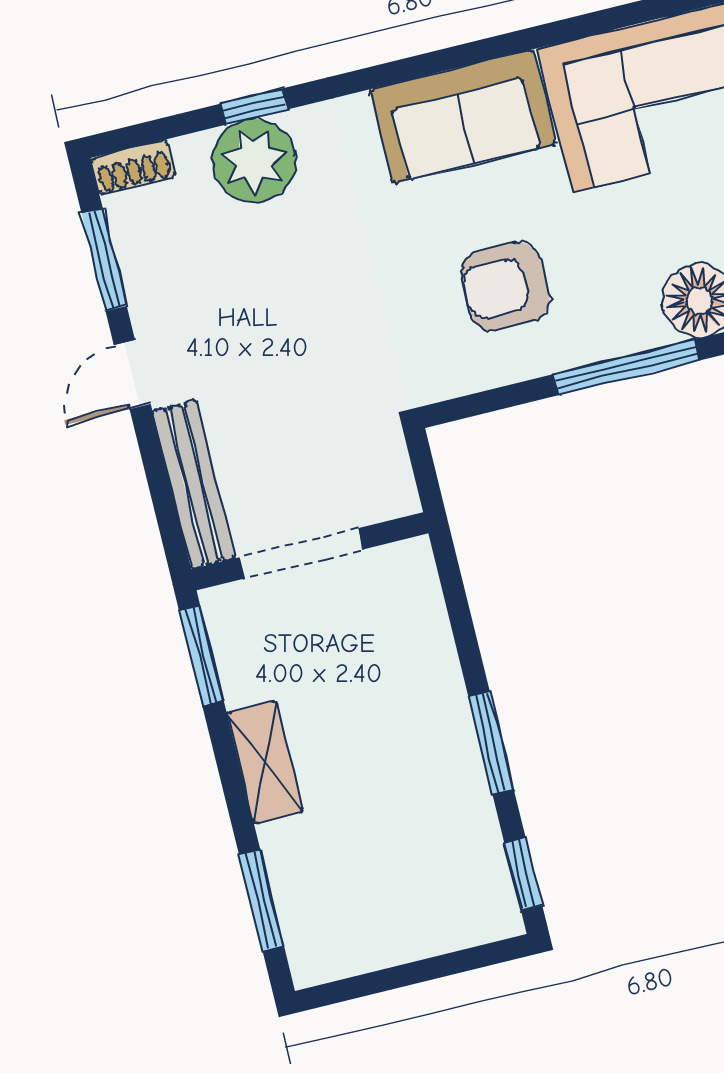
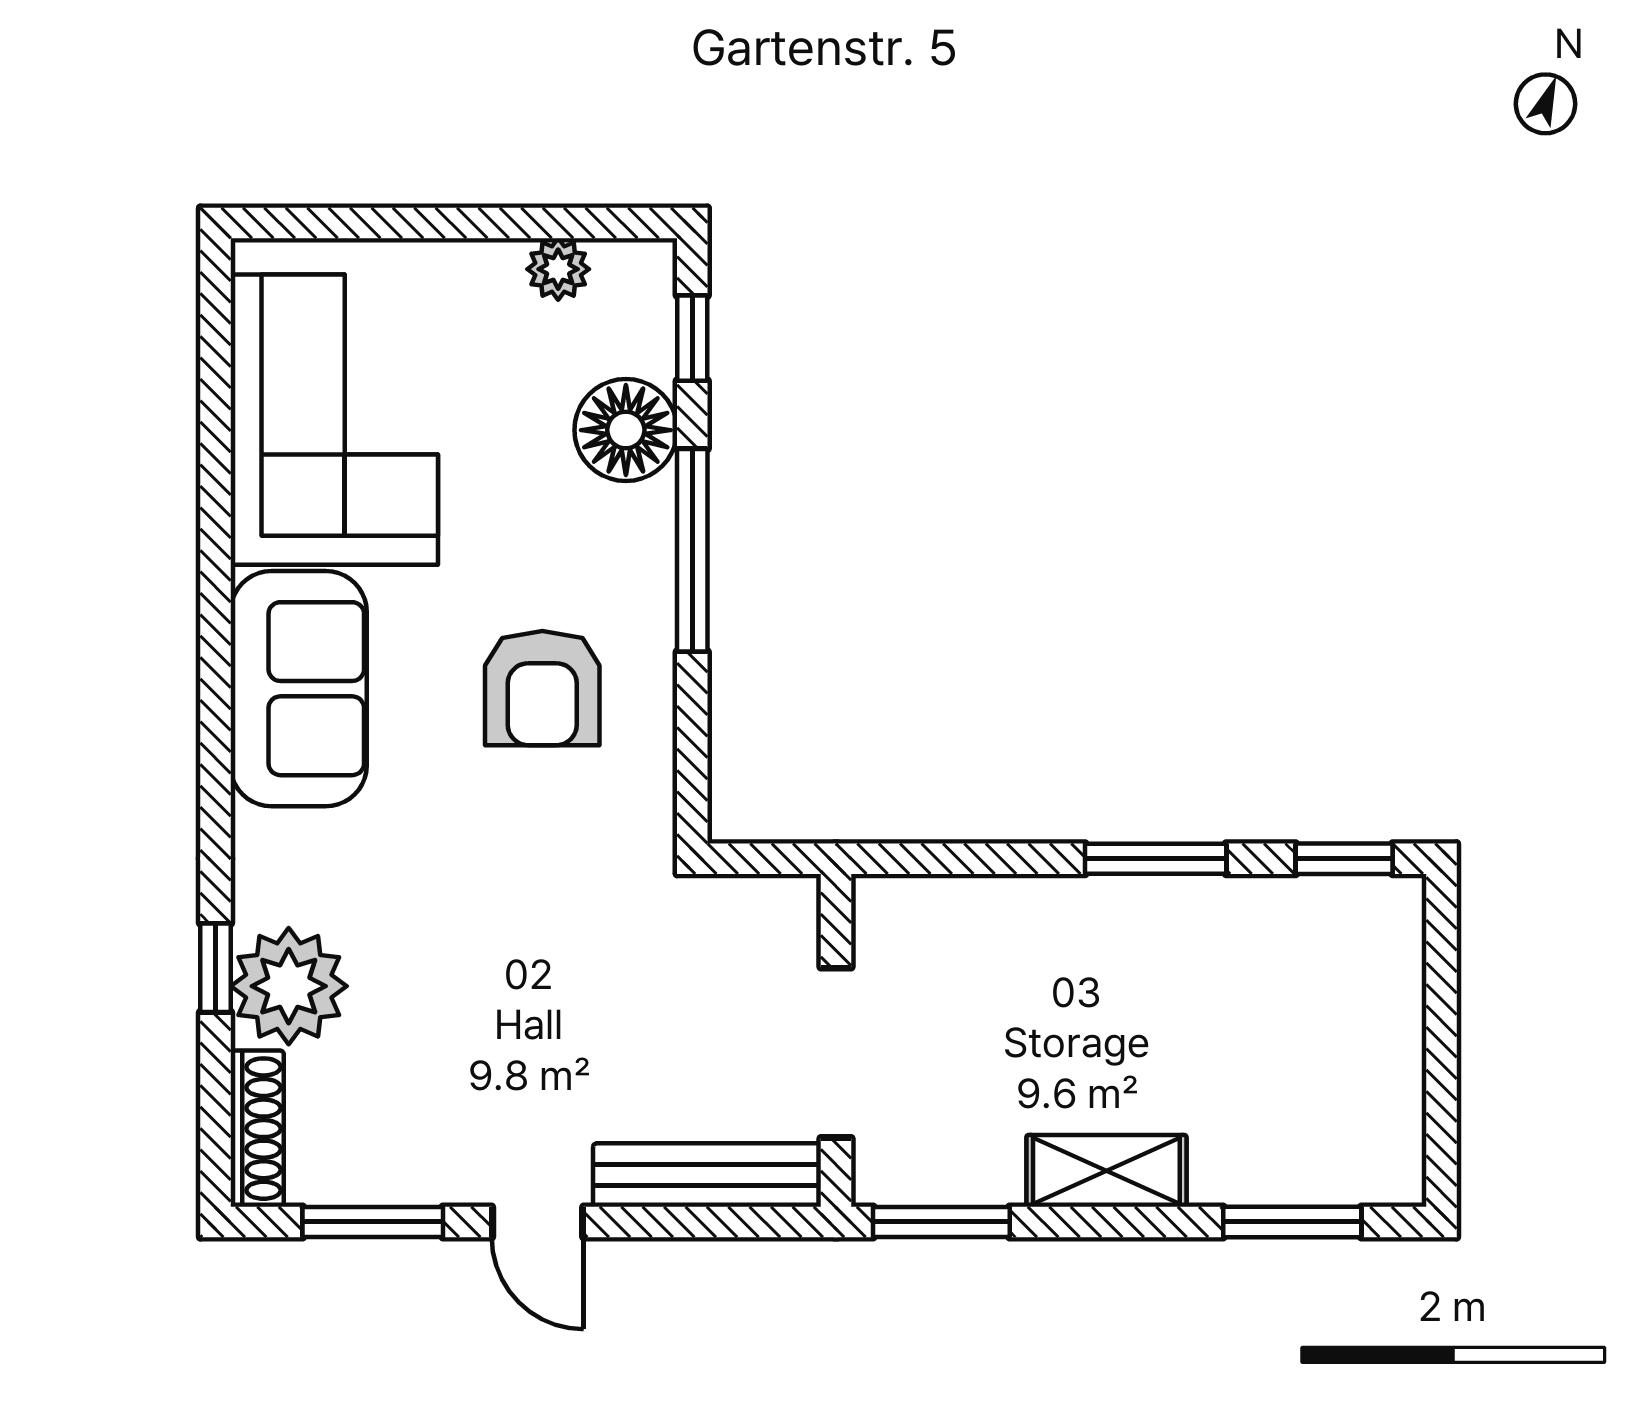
shoe rack: (133, 167) -> (257, 1129), width x1.43

